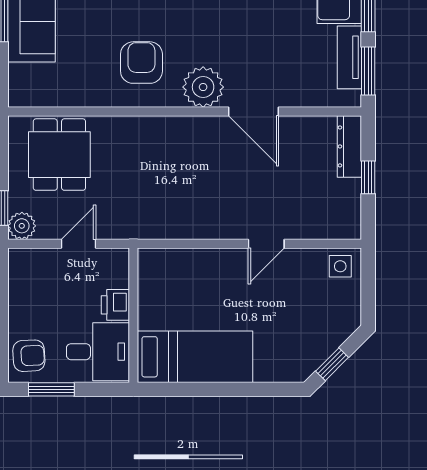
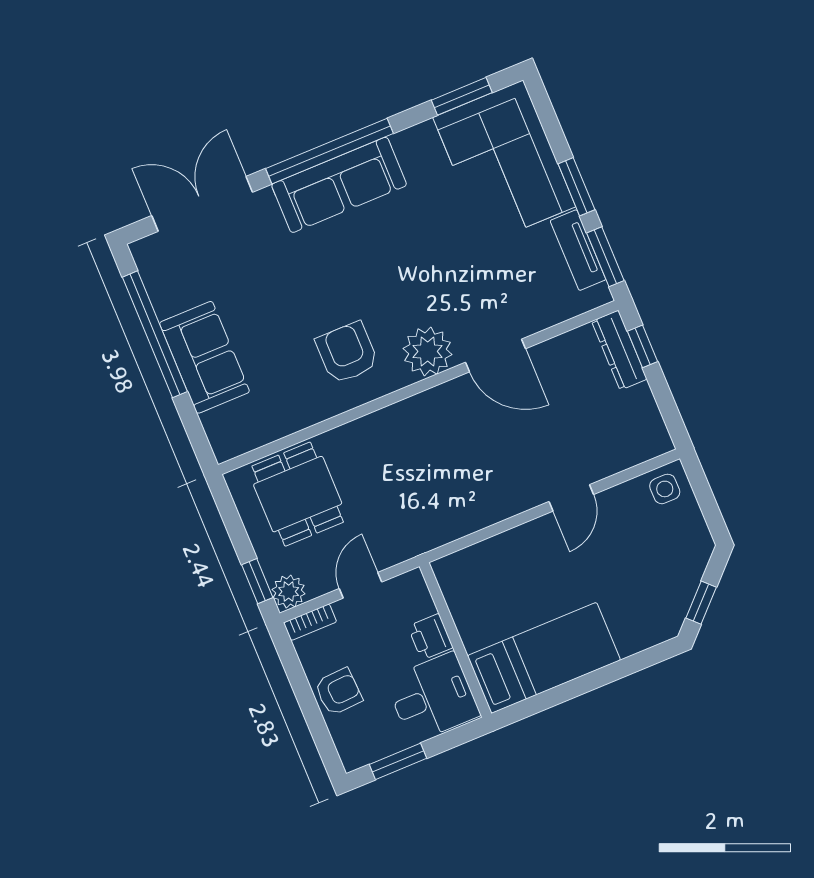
window: (368, 177) -> (643, 346), moved
bookcase: (28, 256) -> (310, 622), added
armchair: (29, 356) -> (338, 692), moved

